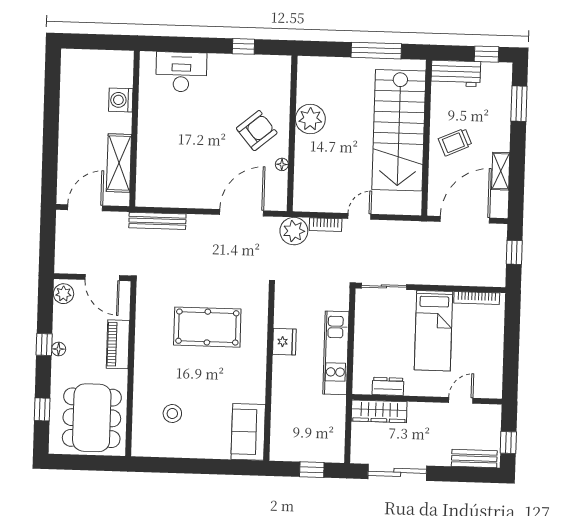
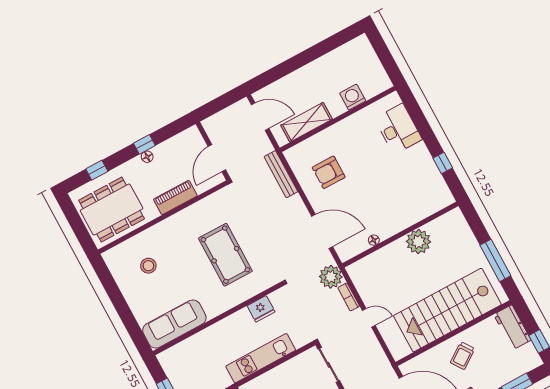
armchair: (257, 131) -> (329, 172), moved, turned 130
trolley: (455, 142) -> (463, 356), turned -101
plant: (63, 294) -> (189, 137), removed
fridge: (284, 342) -> (261, 309), moved
sofa: (248, 432) -> (174, 324), width x1.36

